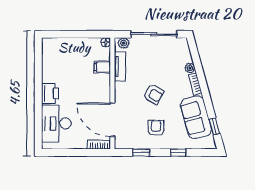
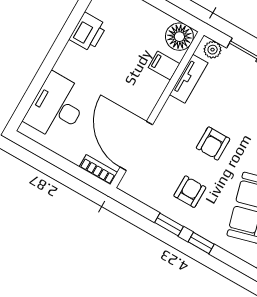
floor lamp: (106, 42) -> (179, 37), width x1.89, depth x1.89
printer: (50, 94) -> (88, 32), moved
armchair: (154, 94) -> (213, 143), turned 61
window: (141, 153) -> (169, 225), moved

